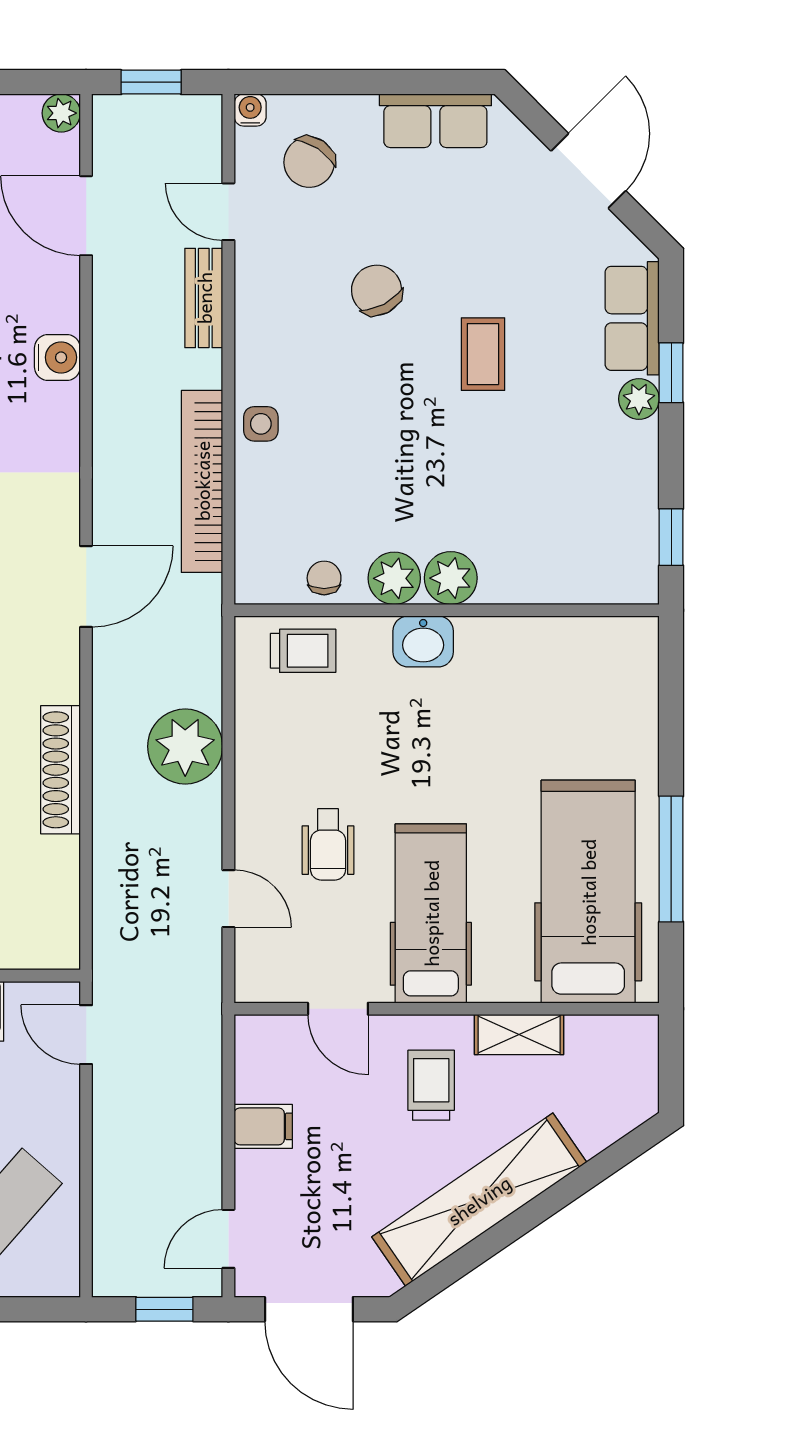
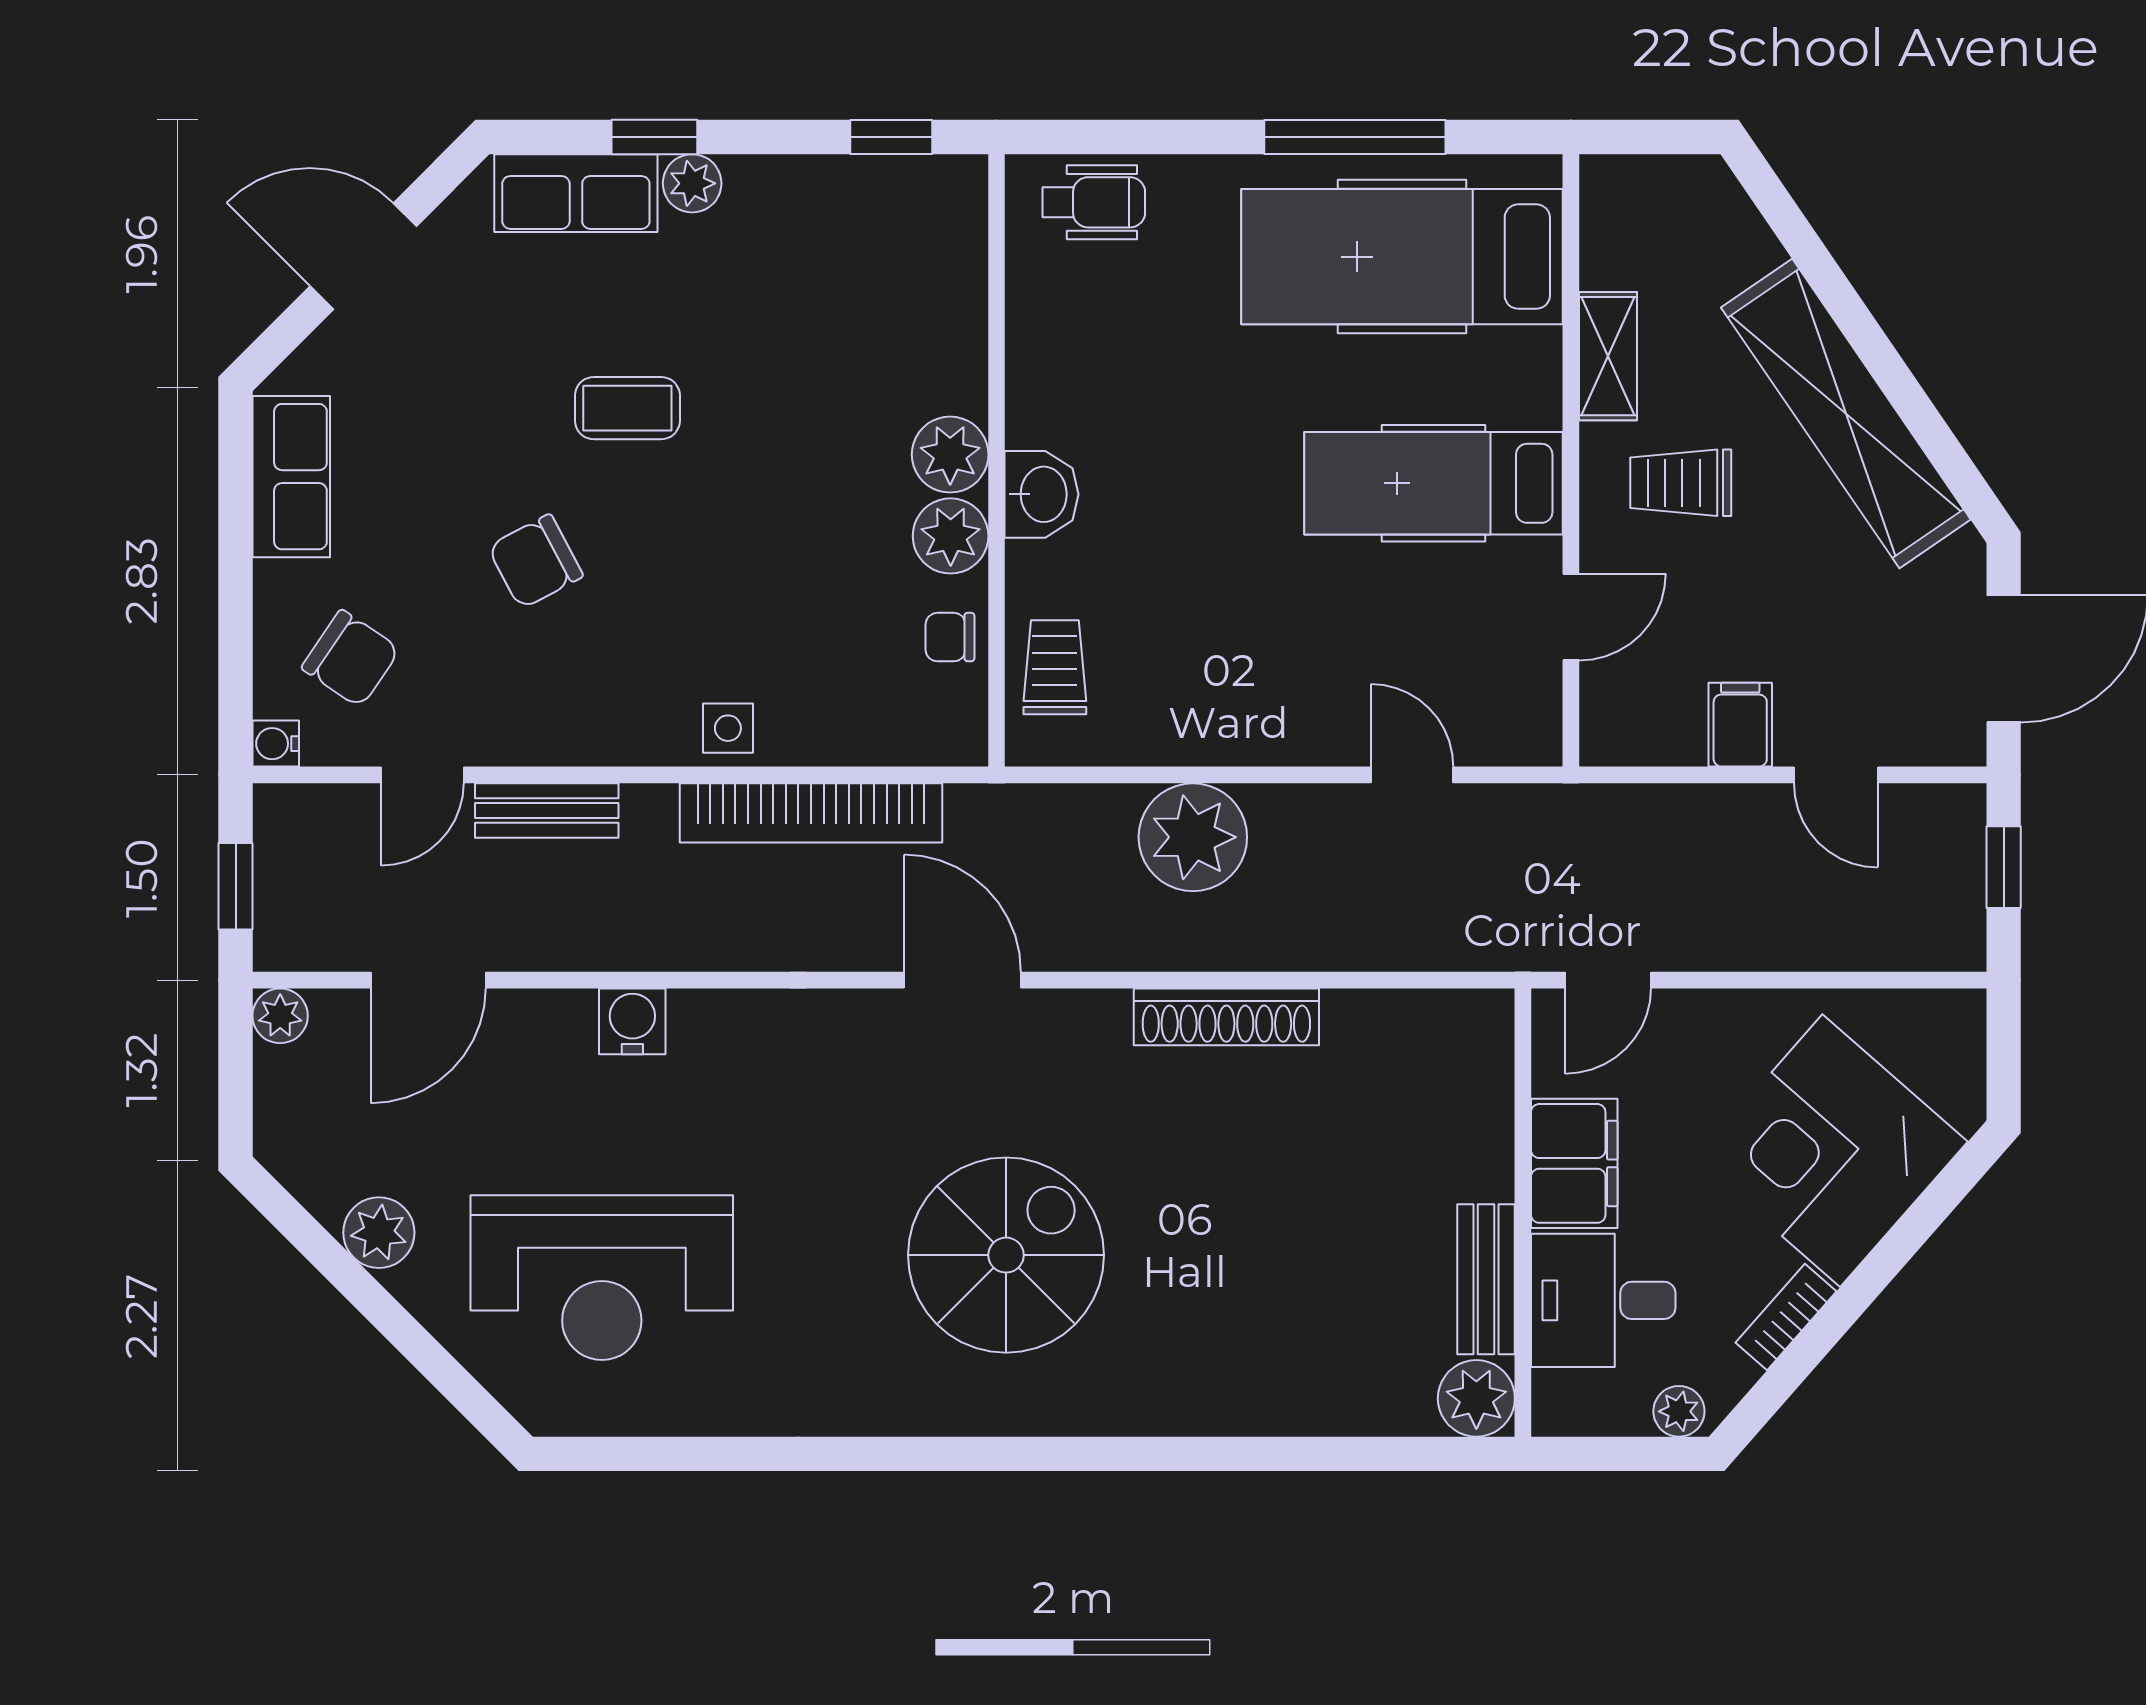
wheelchair: (328, 844) -> (1094, 202), moved
door: (228, 899) -> (1412, 775), hinge flipped
door: (228, 1239) -> (1836, 775), moved

